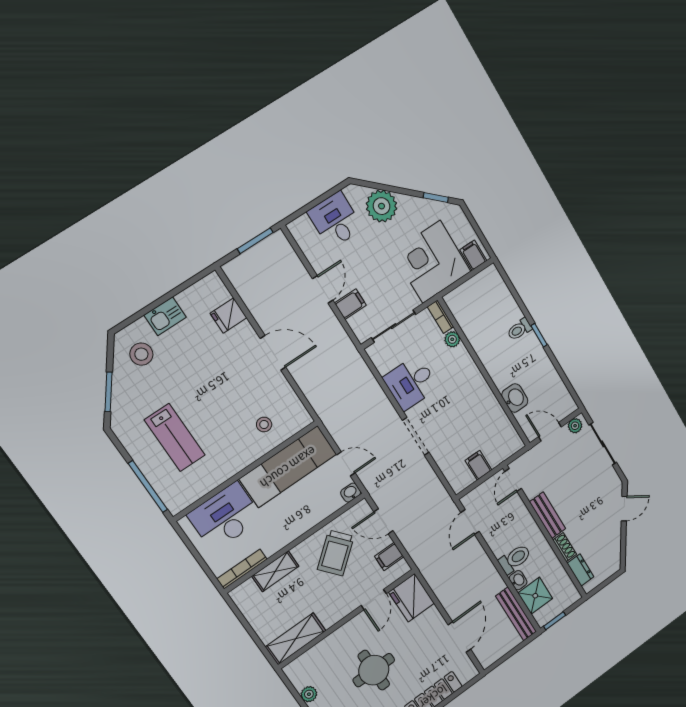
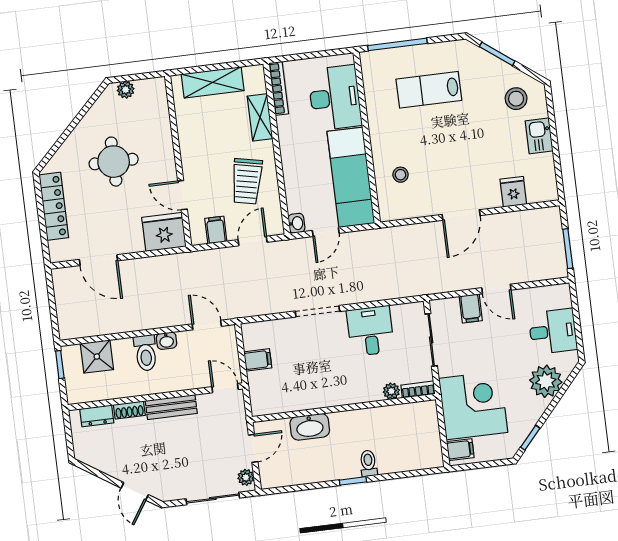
washbasin: (515, 398) -> (310, 427), width x1.38
trolley: (336, 553) -> (247, 181), turned -128
washbasin: (518, 580) -> (167, 341), moved
bench: (516, 614) -> (89, 328), removed
shelving: (296, 639) -> (213, 82), moved, turned 90

